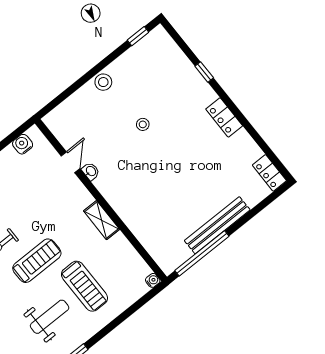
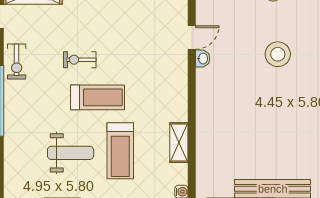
stool: (143, 124) -> (278, 54), width x1.89, depth x1.89
shelving: (102, 220) -> (179, 143), moved

